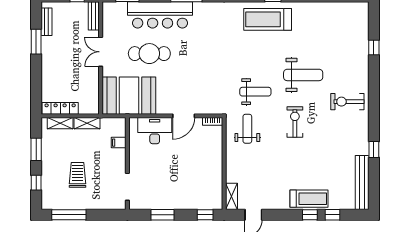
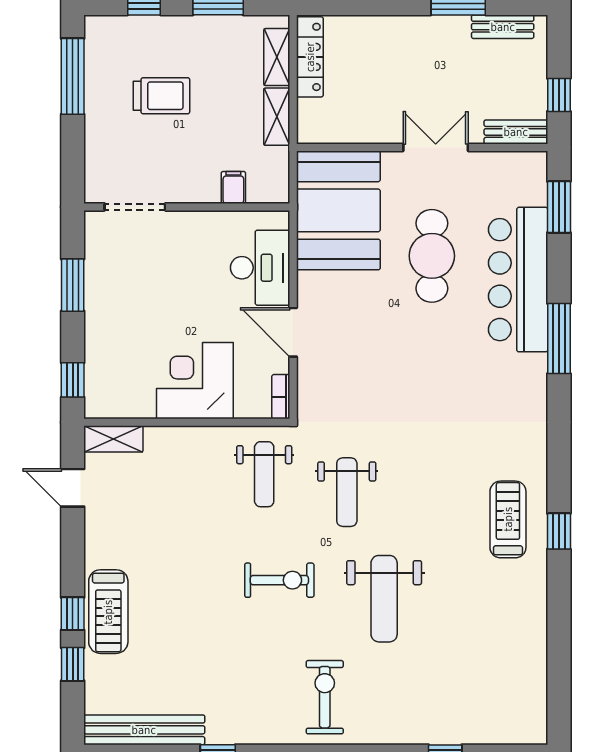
treadmill: (268, 19) -> (508, 519), width x0.73, depth x0.73
weight bench: (247, 129) -> (264, 474), turned 90
corner desk: (205, 160) -> (195, 381), added

